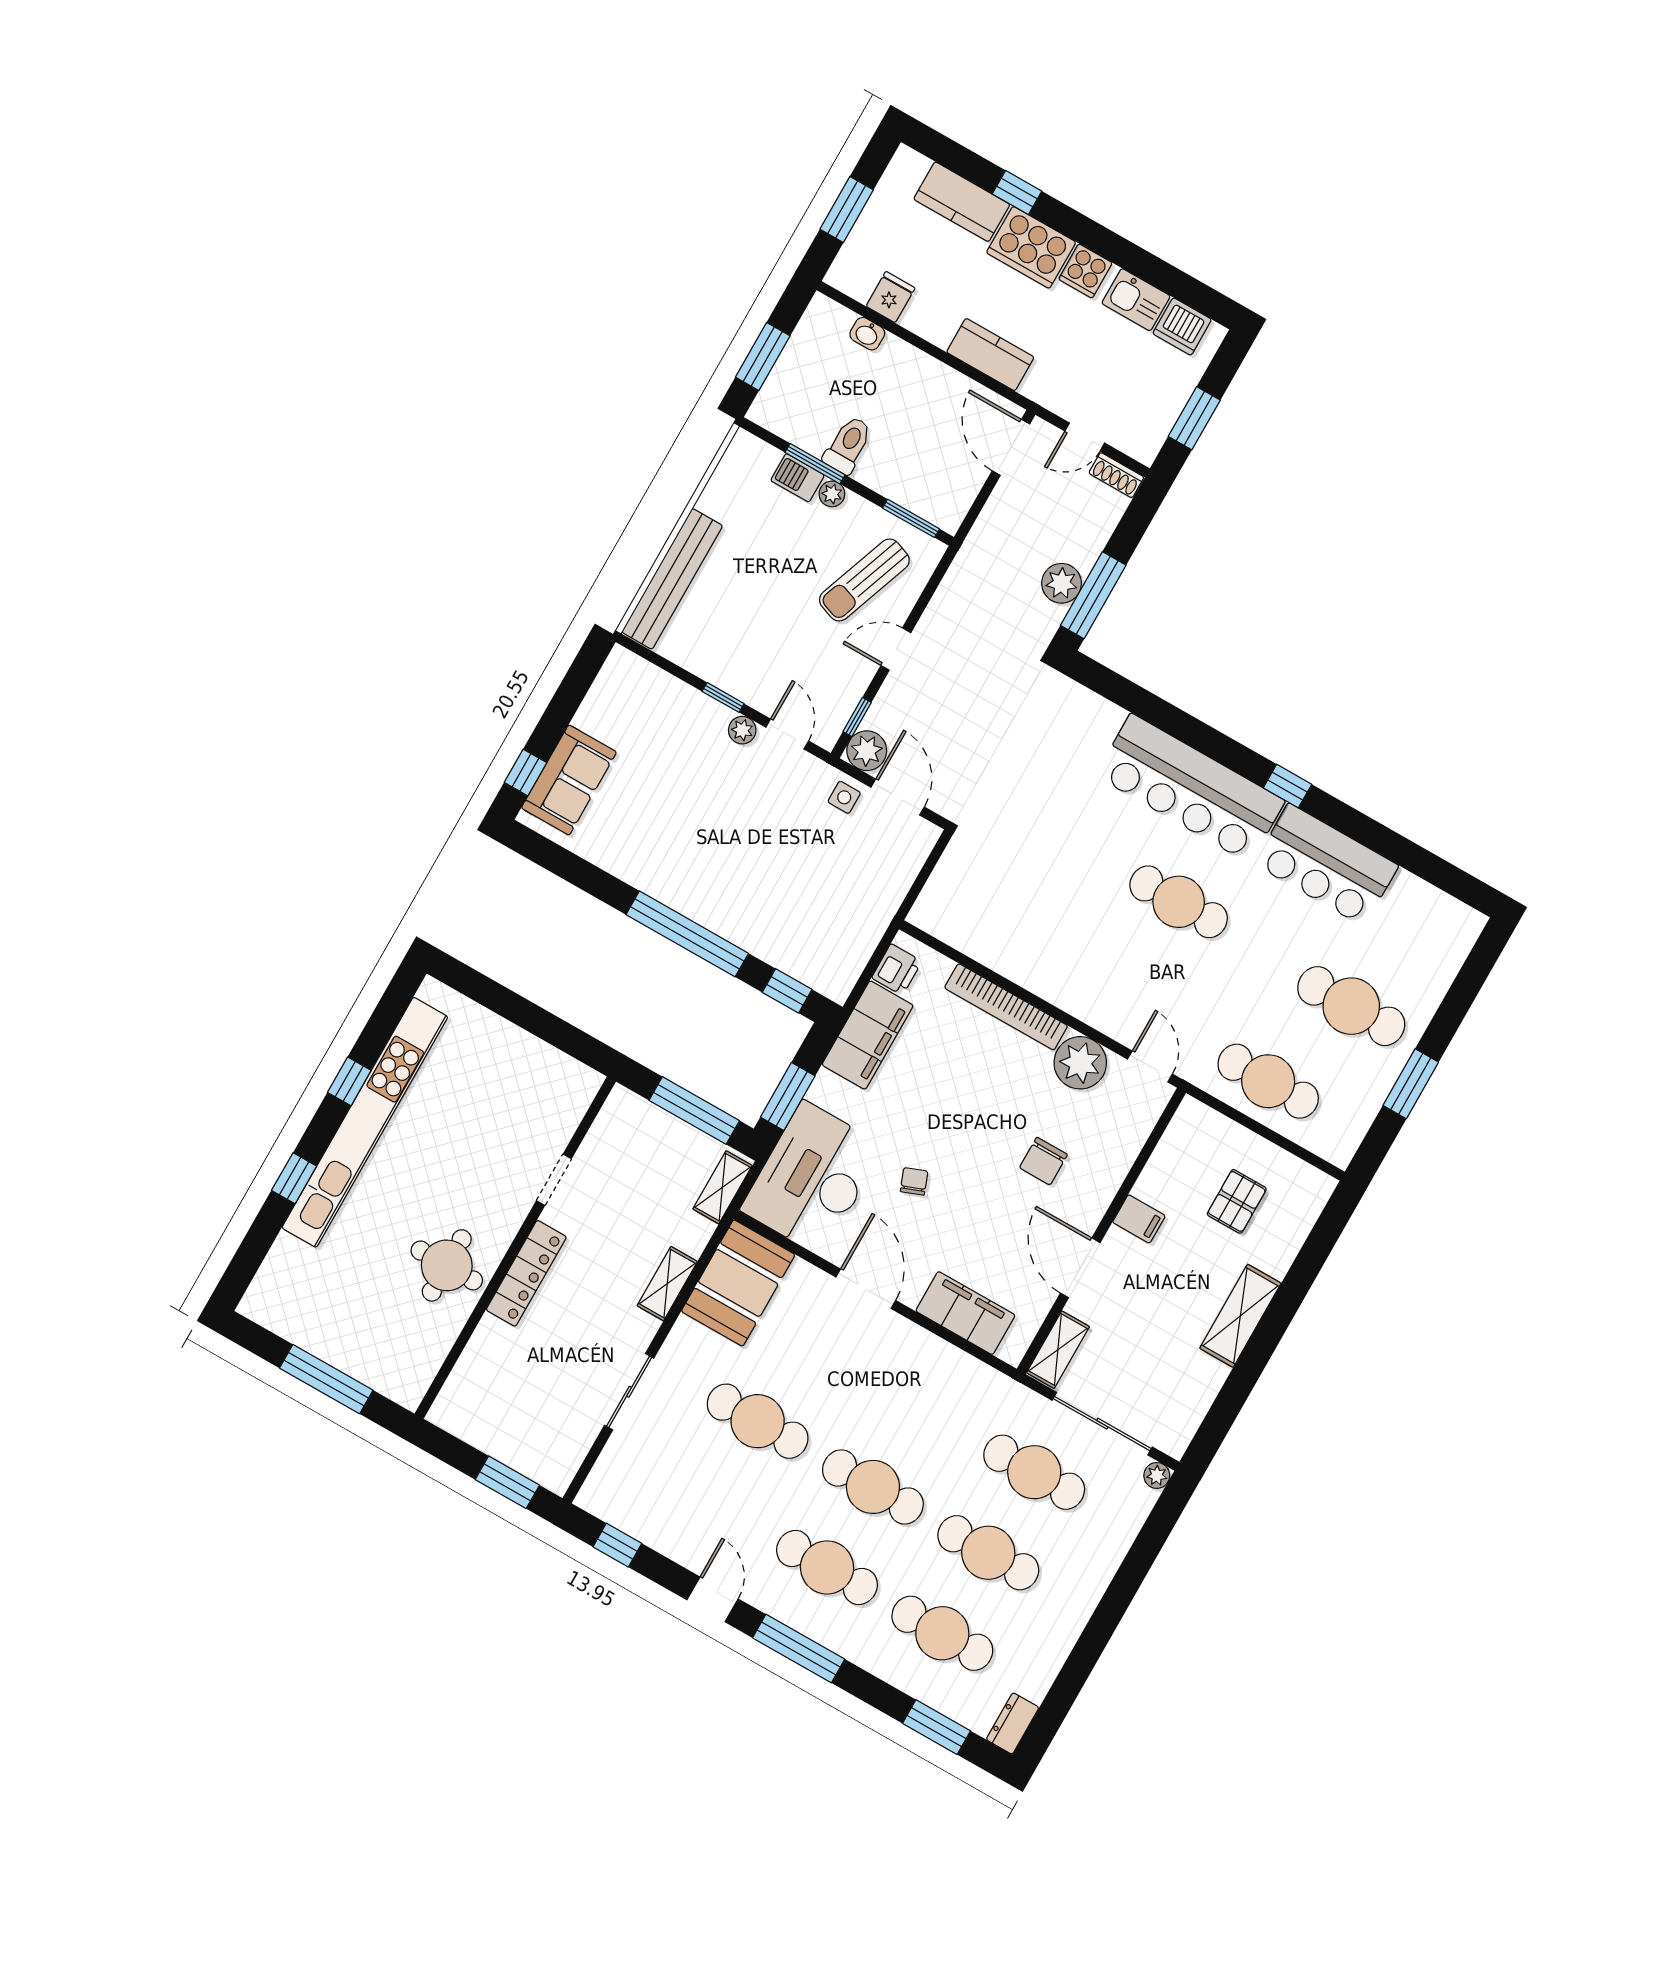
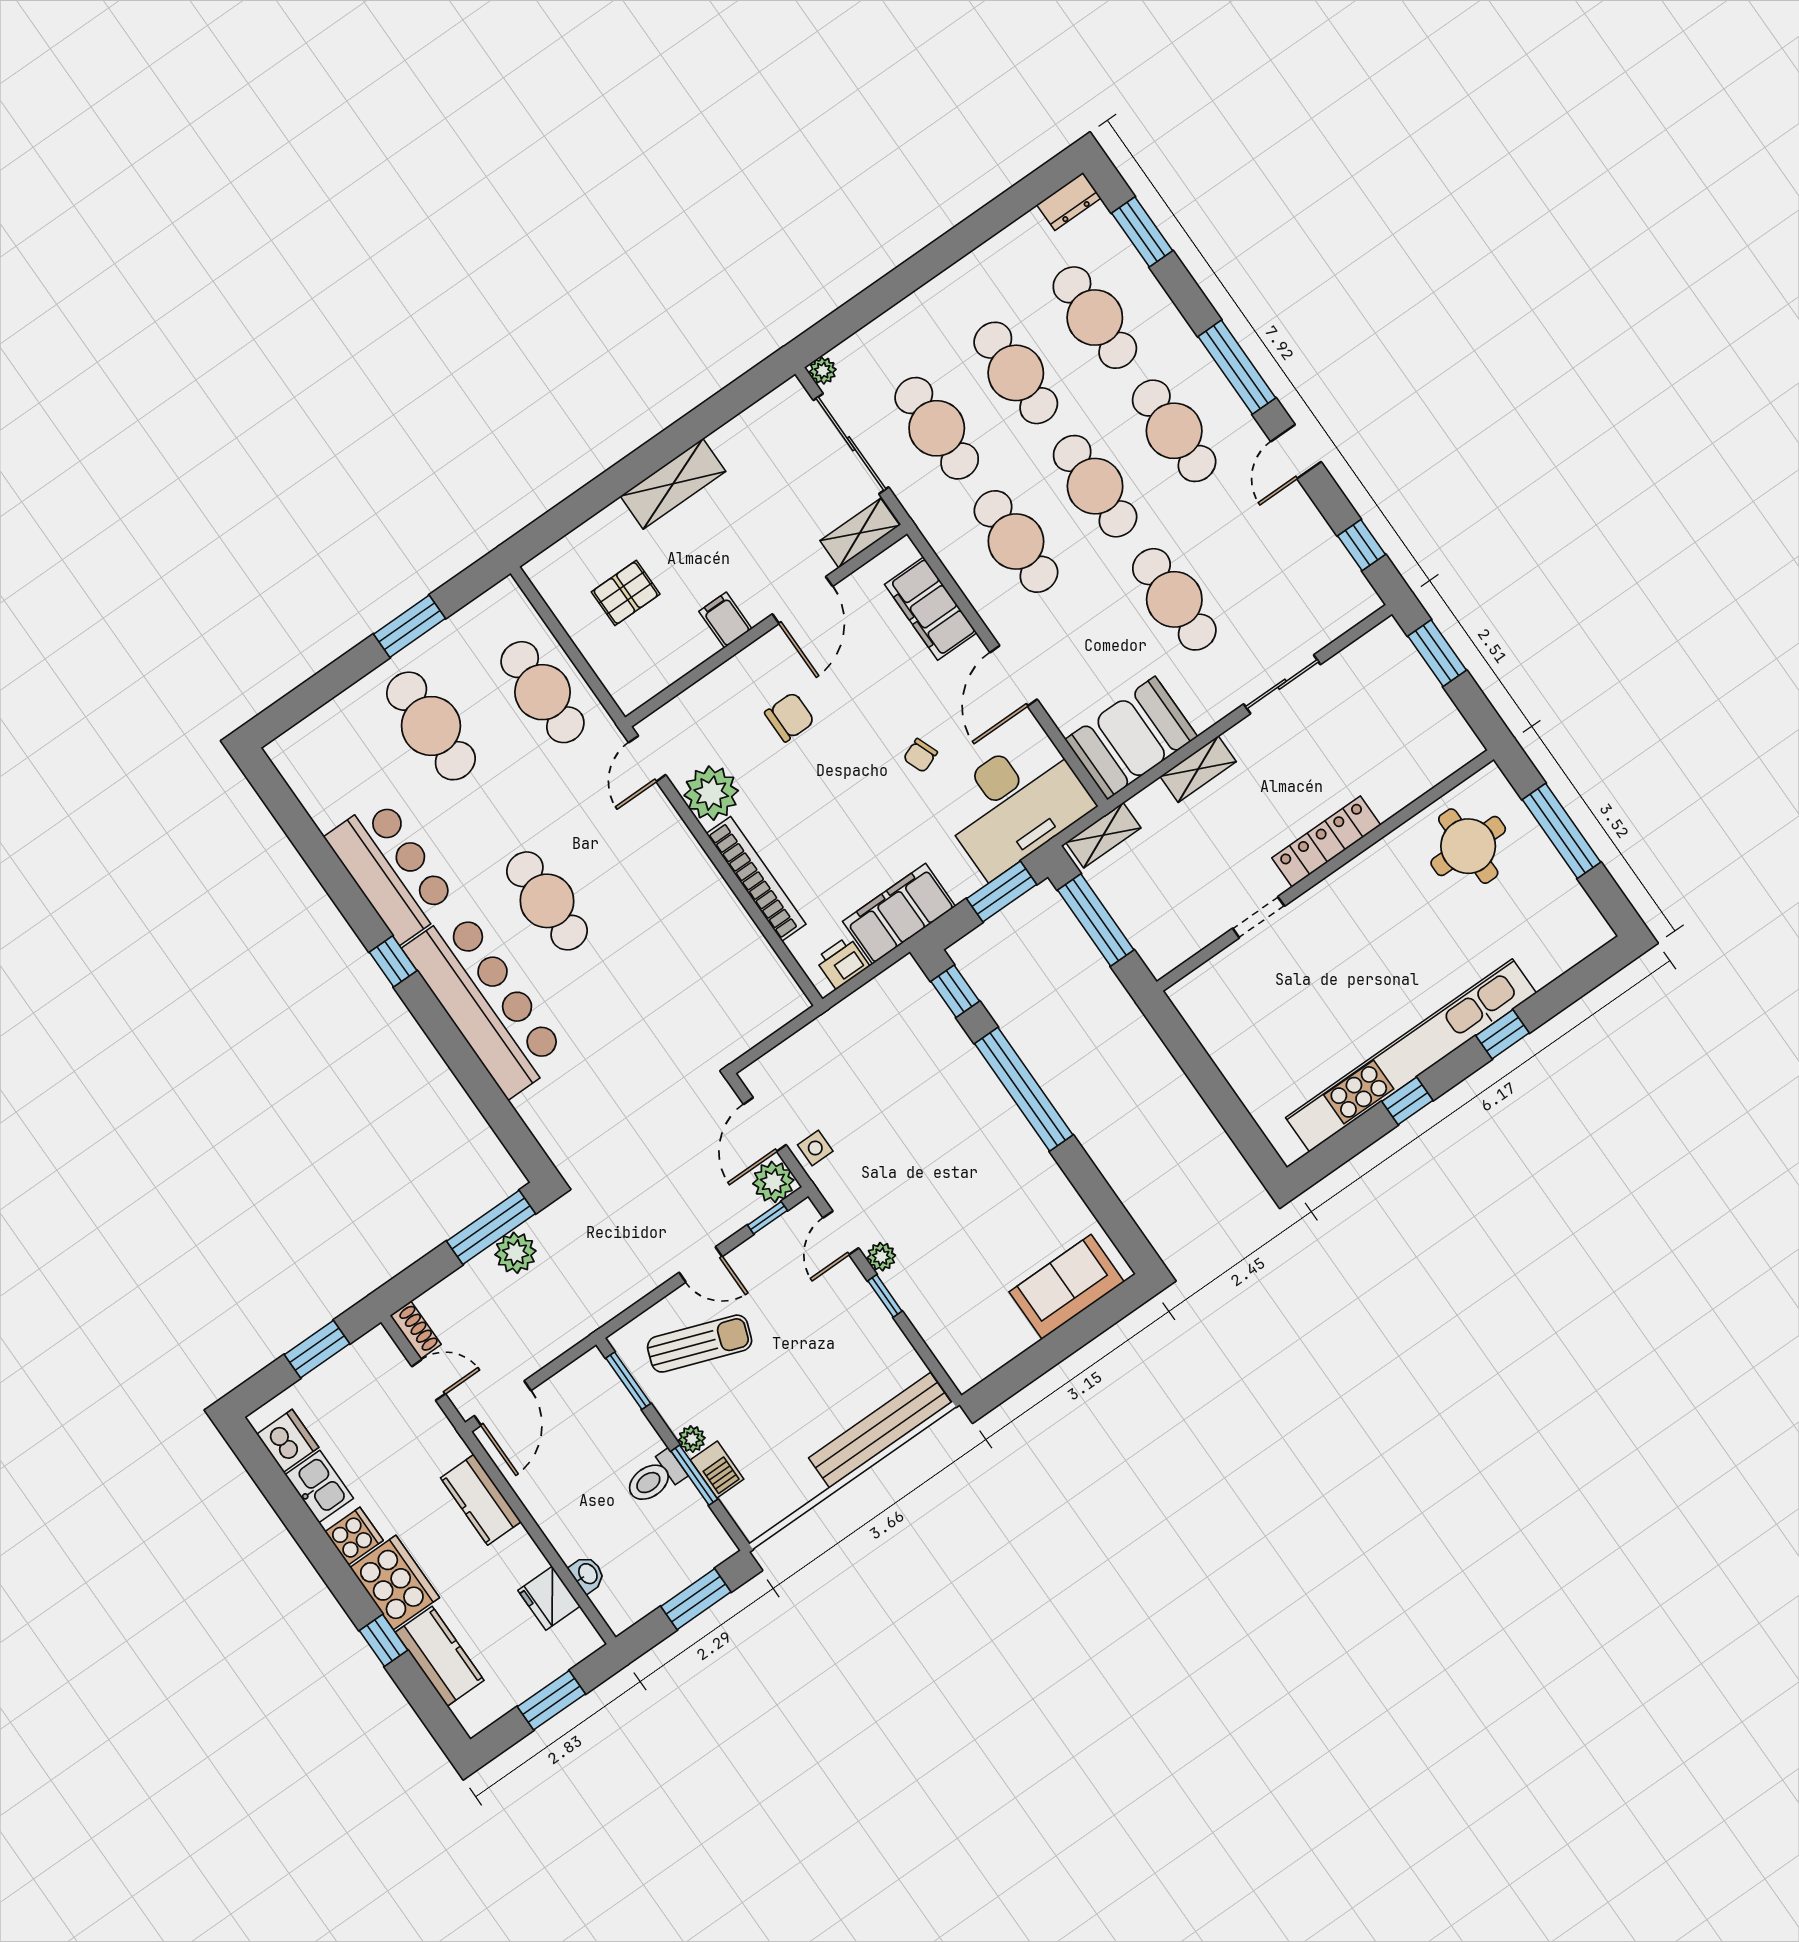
fridge: (891, 297) -> (549, 1598), width x1.38
window: (525, 773) -> (1104, 1313), removed
round table: (447, 1265) -> (1468, 846), moved
cafe table: (919, 1406) -> (1016, 541), added

